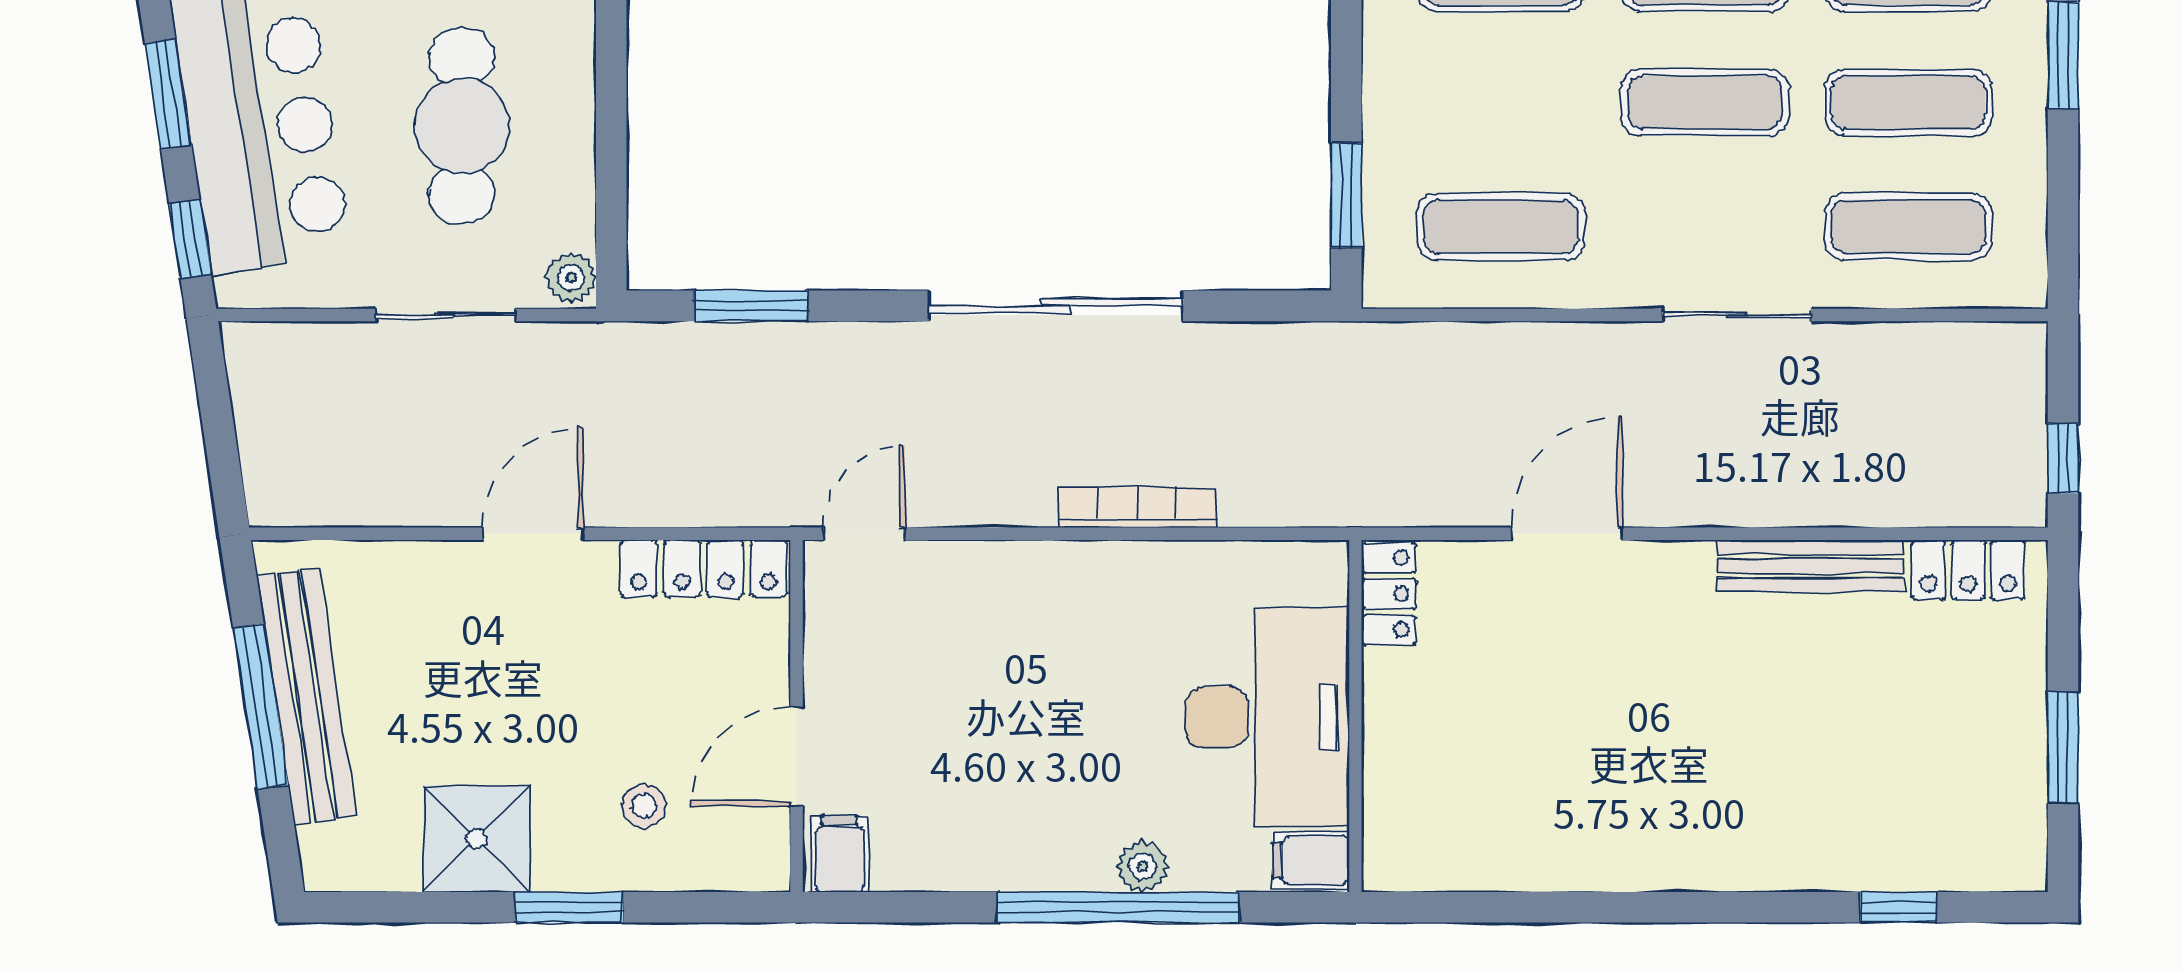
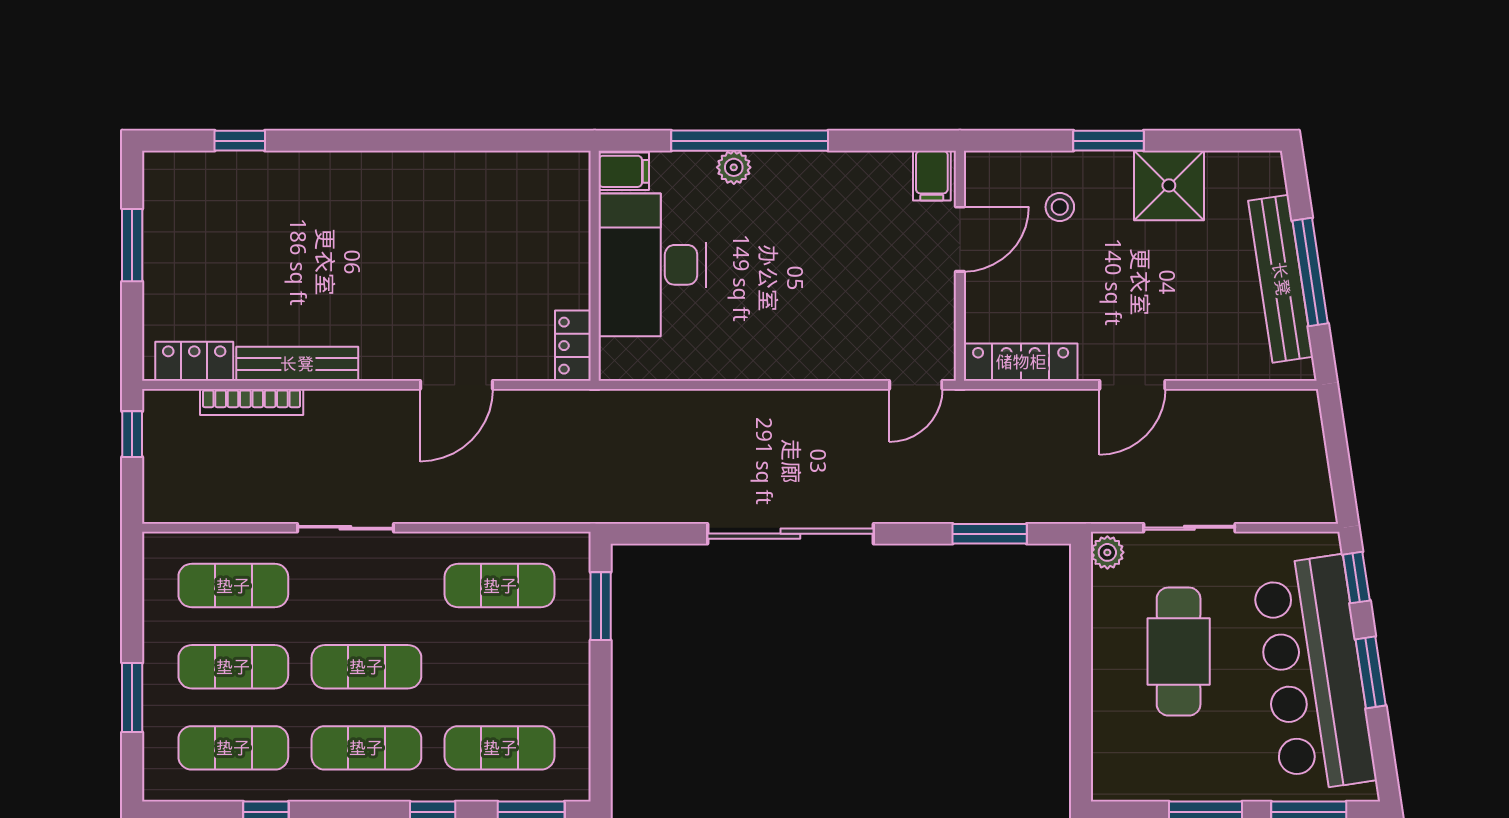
bookcase: (1137, 507) -> (252, 402), moved

